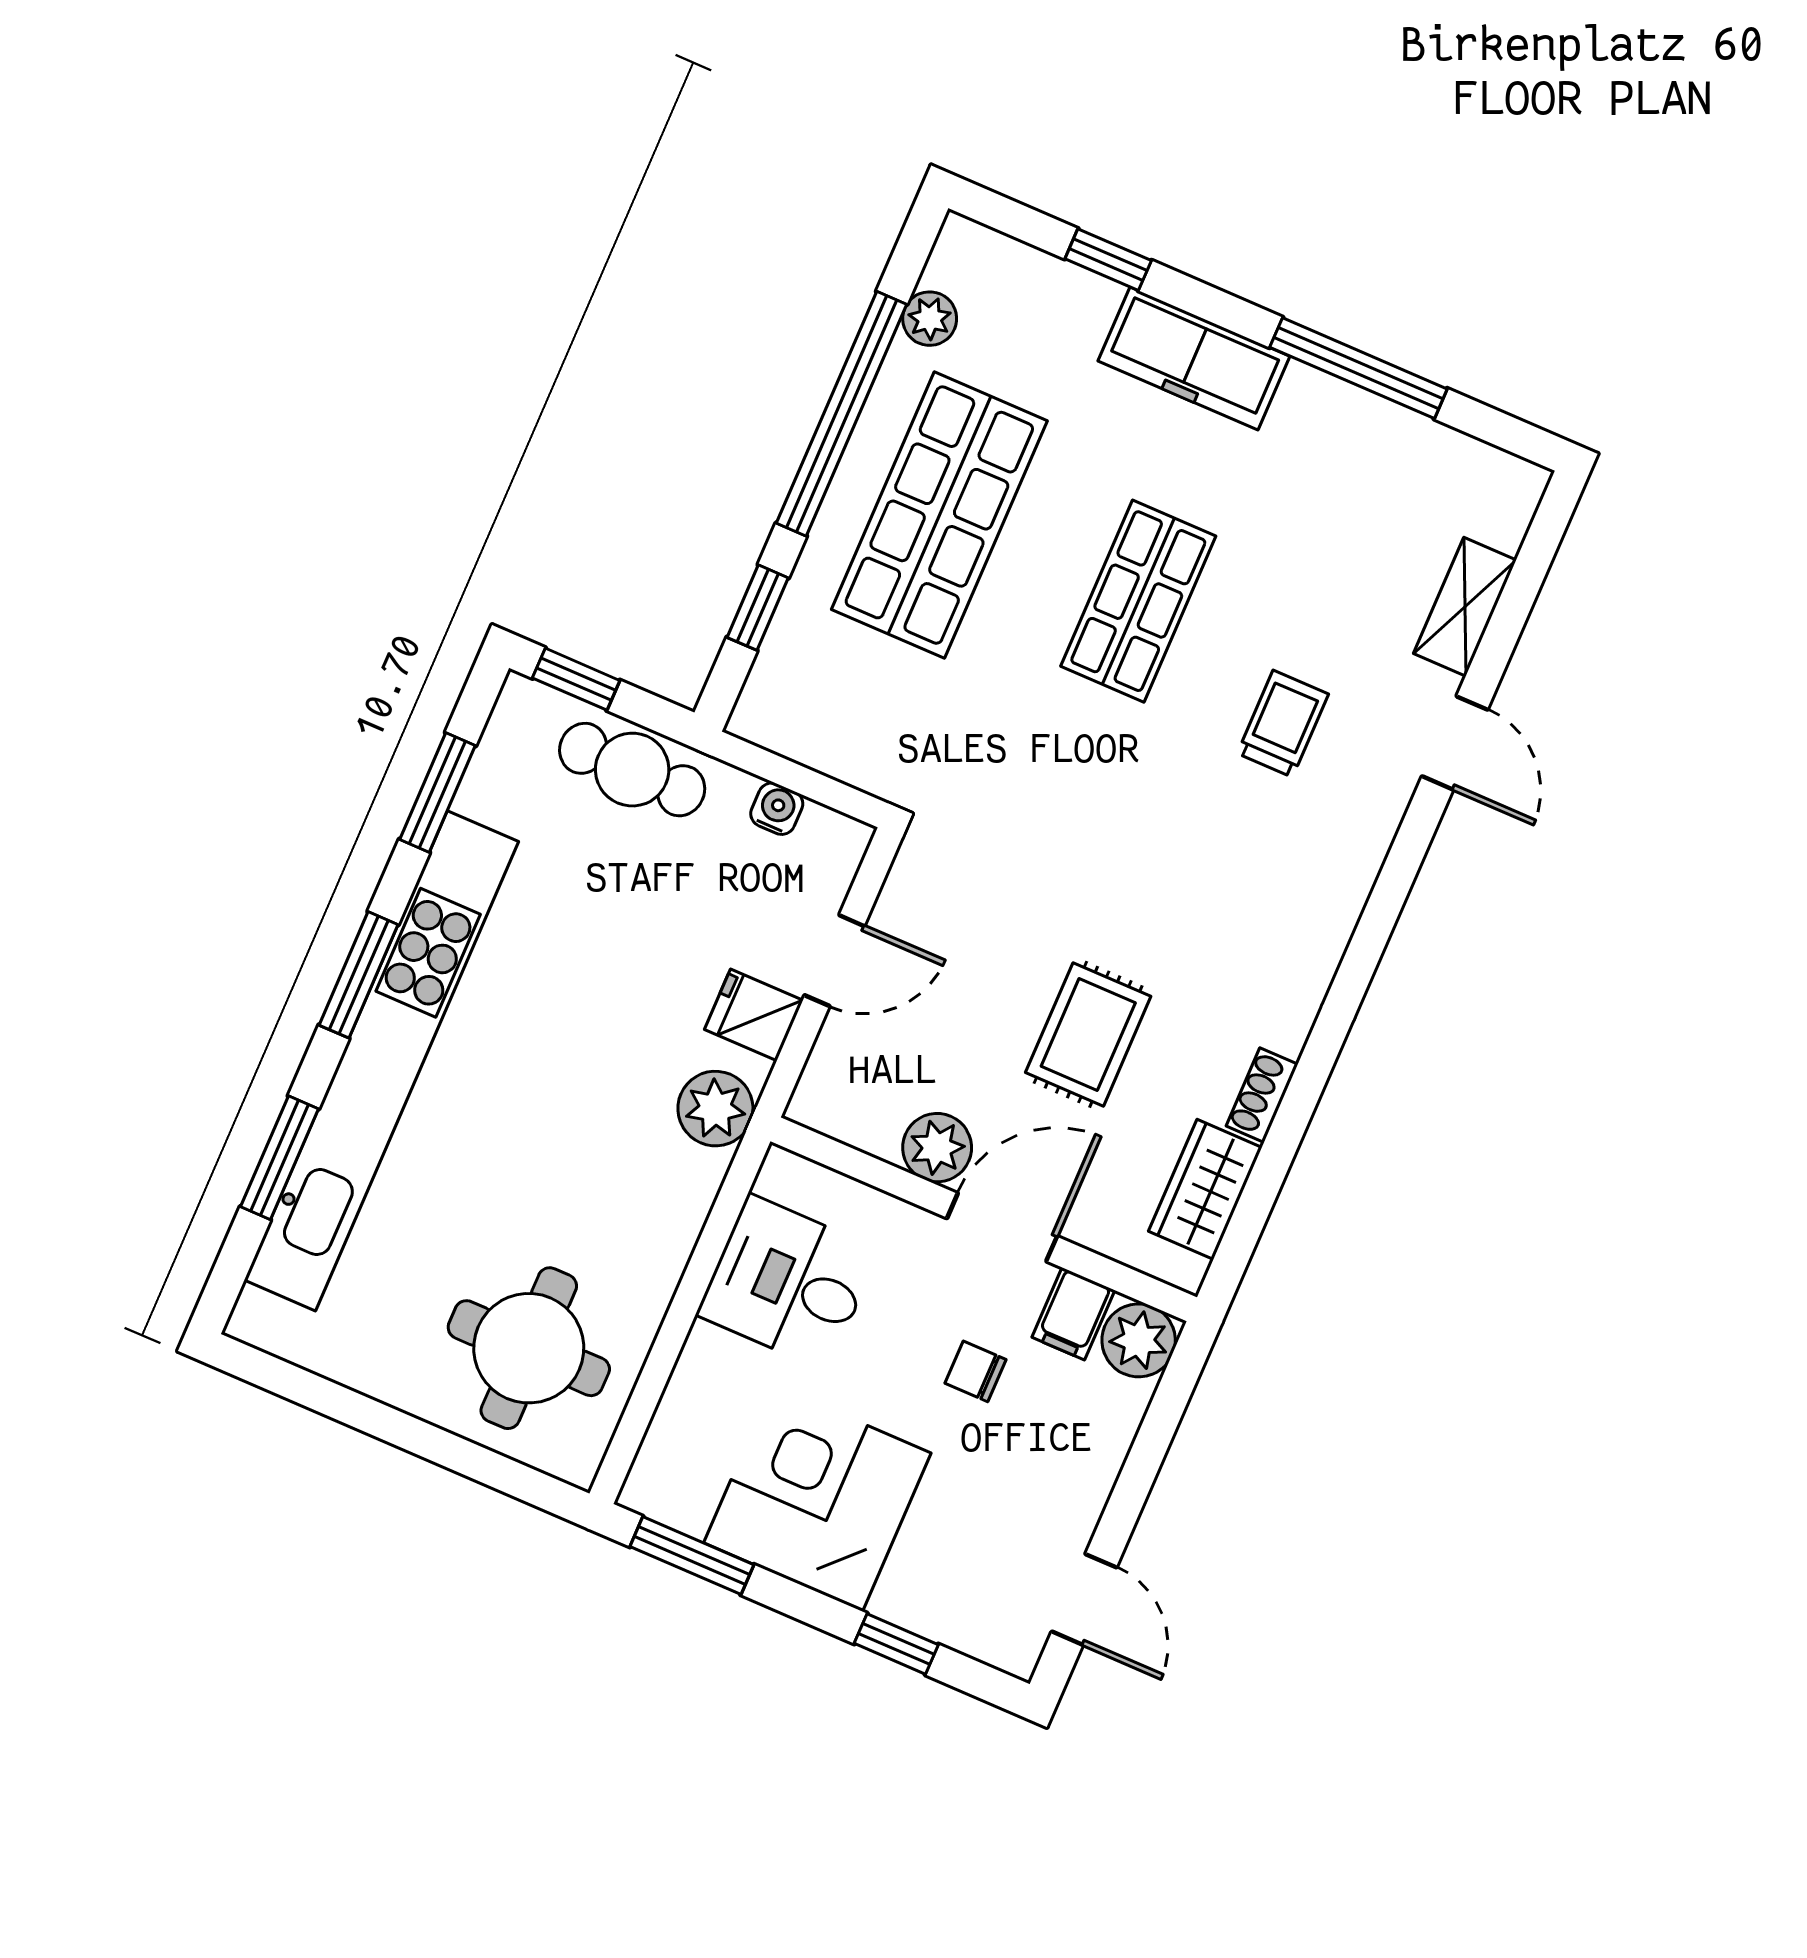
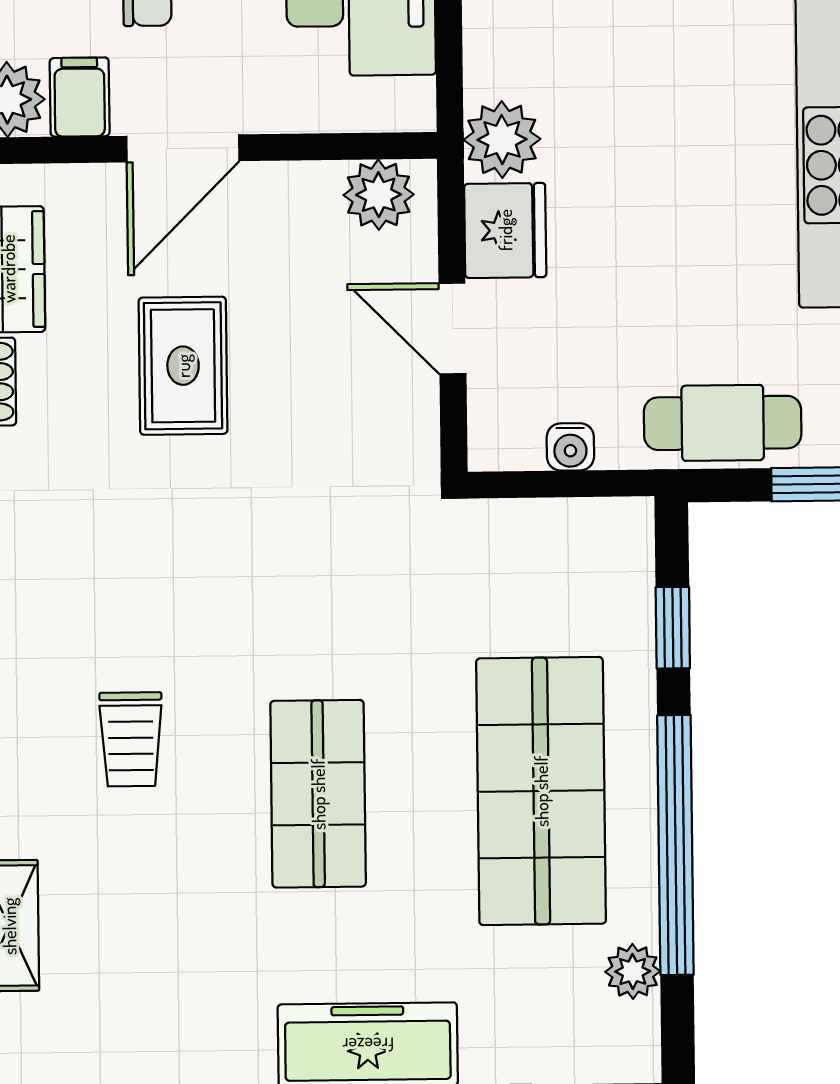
door: (834, 961) -> (452, 328), hinge flipped
fridge: (754, 1015) -> (505, 230), width x1.38
plant: (937, 1148) -> (379, 195), moved

